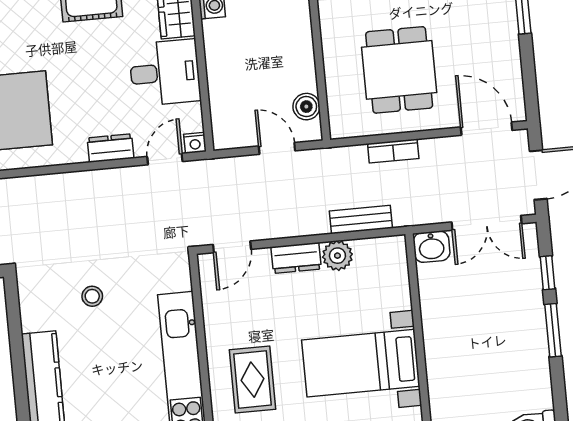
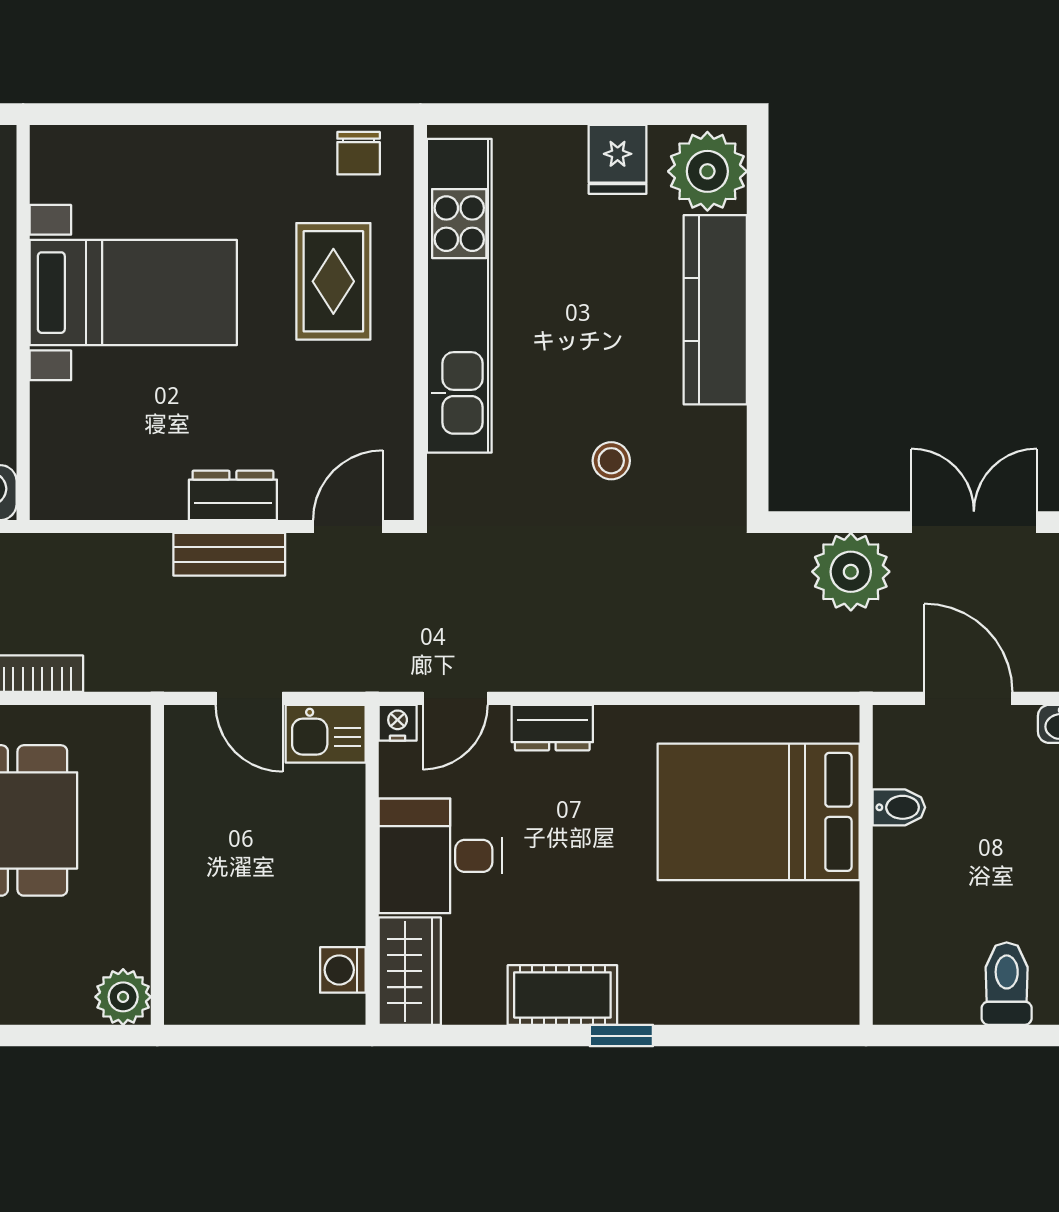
boiler: (306, 107) -> (188, 770), removed
kitchen sink: (233, 133) -> (326, 734), added
bench: (361, 220) -> (229, 554), moved
plant: (337, 256) -> (157, 493), removed

